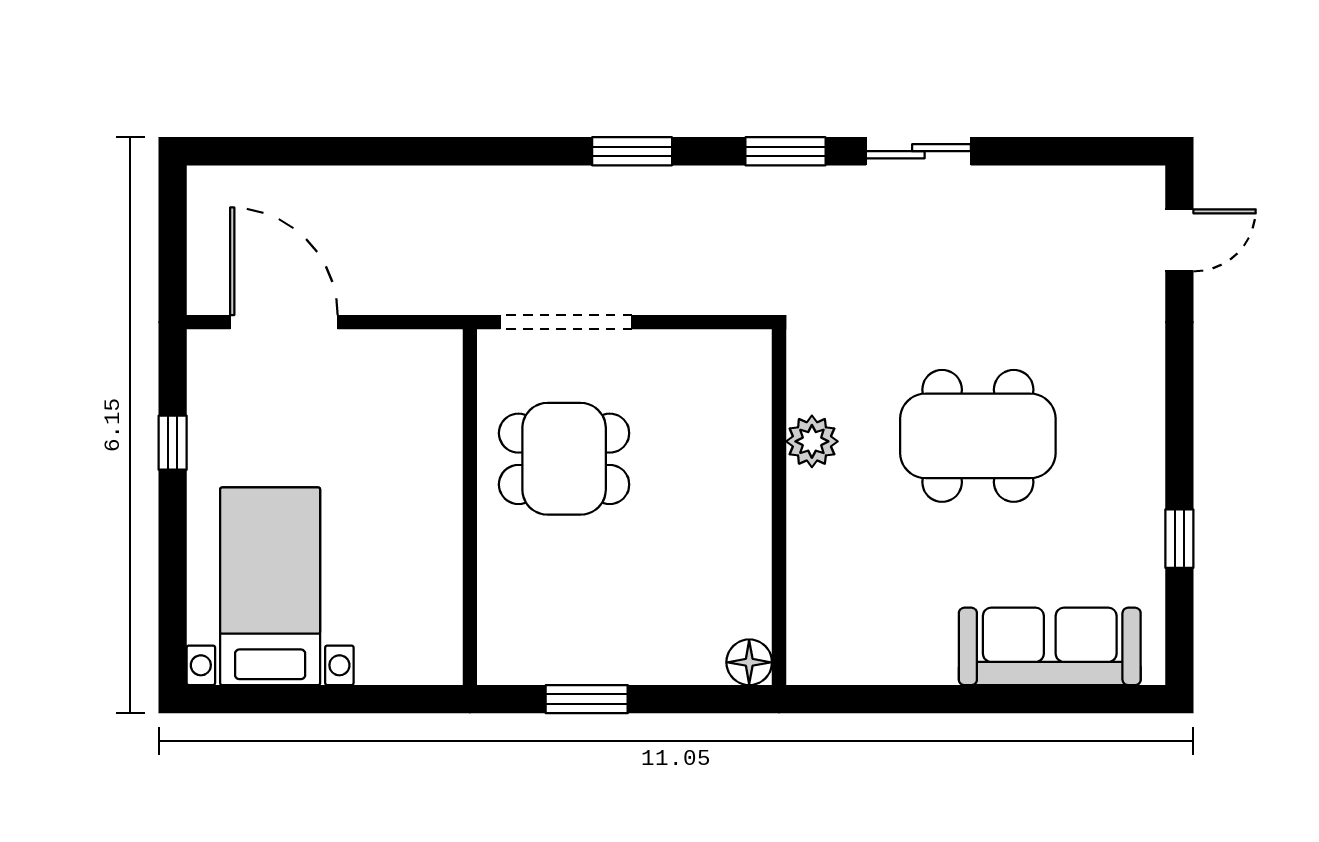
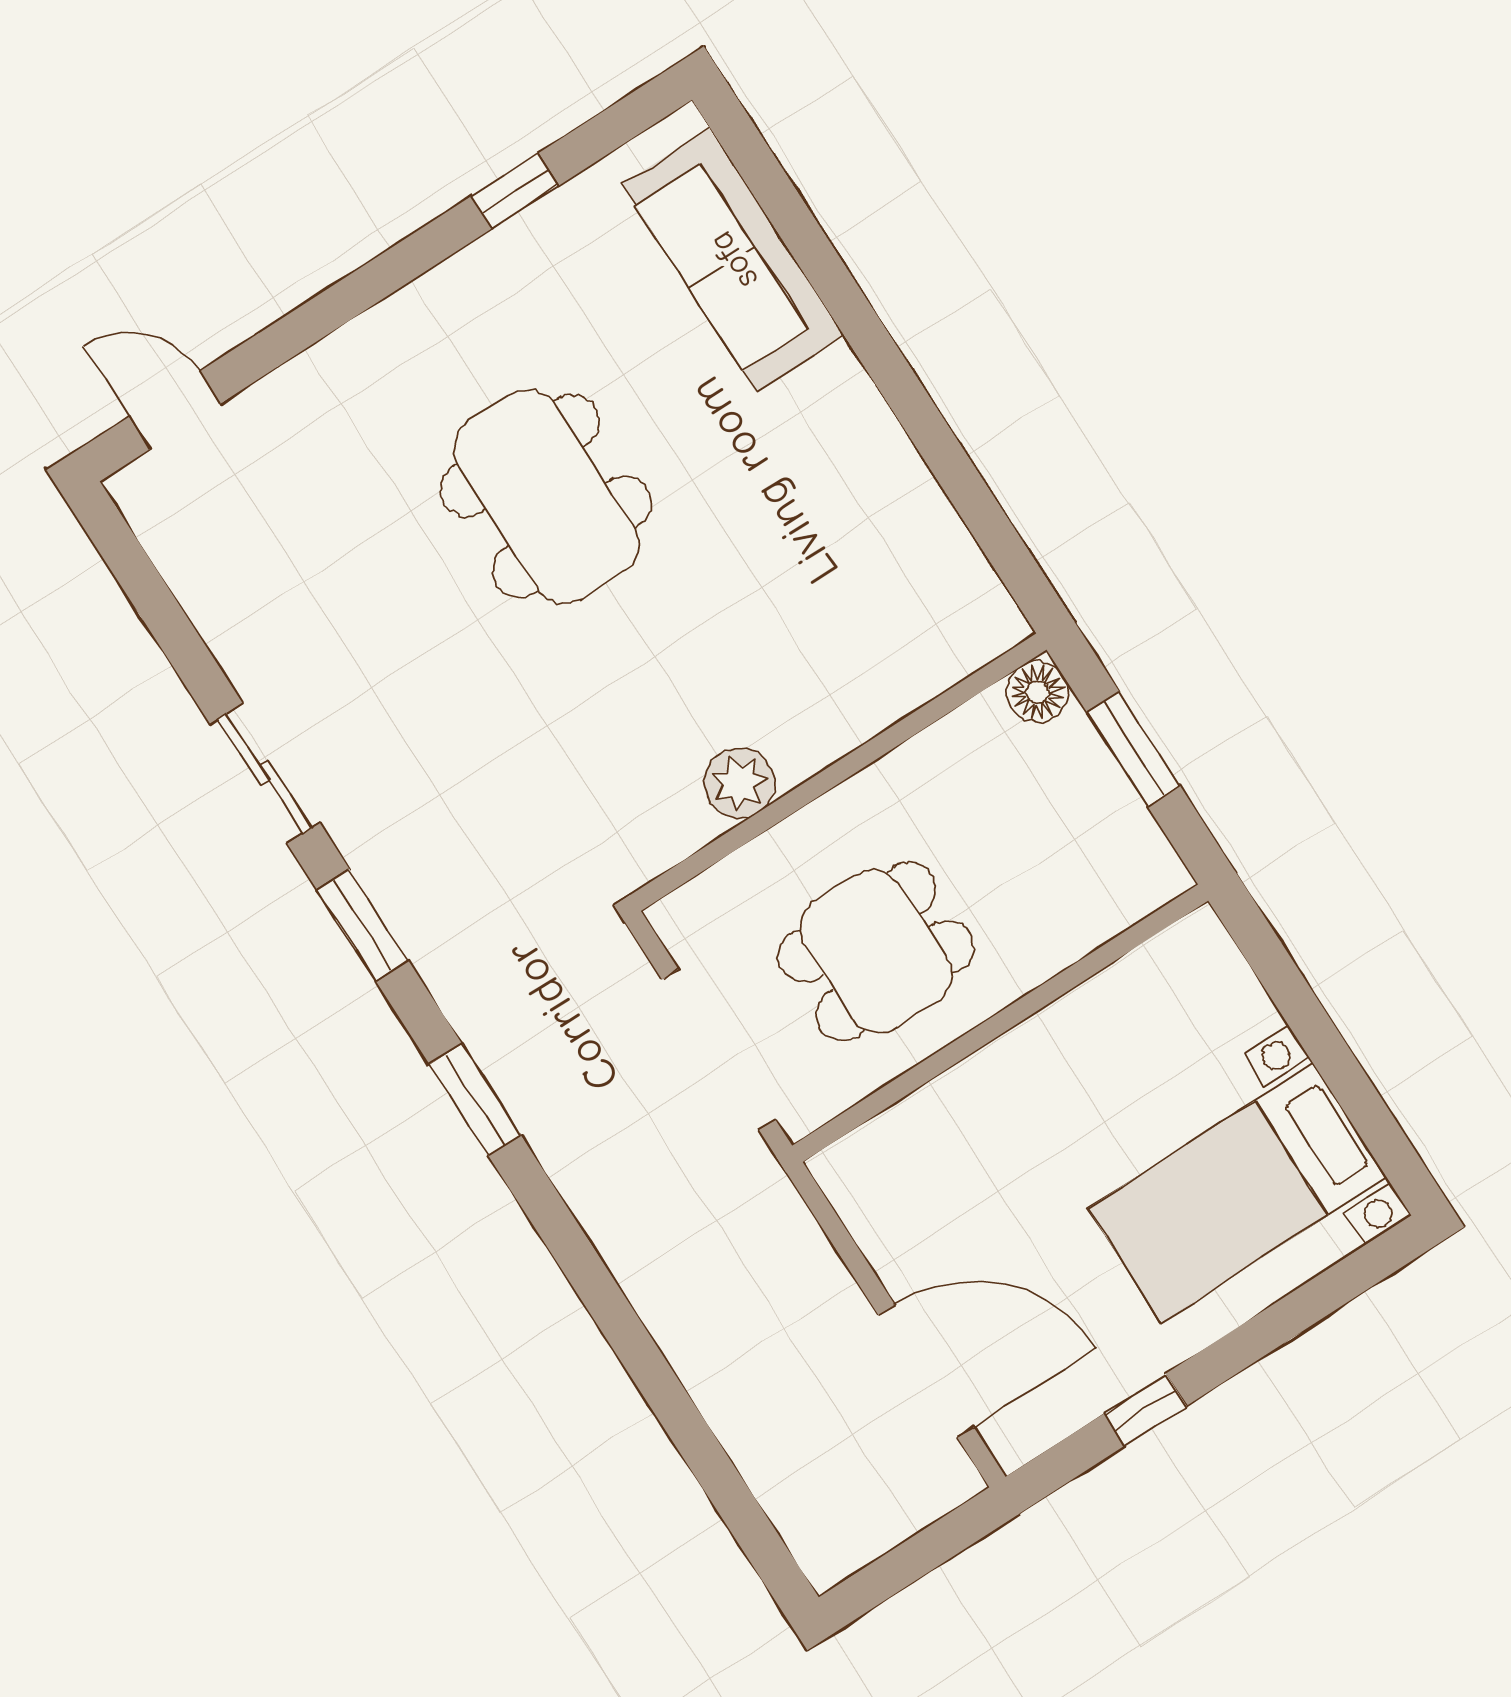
door: (284, 322) -> (926, 1371), swing flipped
plant: (812, 441) -> (739, 783), moved
dining table: (564, 459) -> (876, 951), turned 90
wall: (779, 507) -> (839, 772), moved
floor lamp: (749, 662) -> (1037, 692), moved

